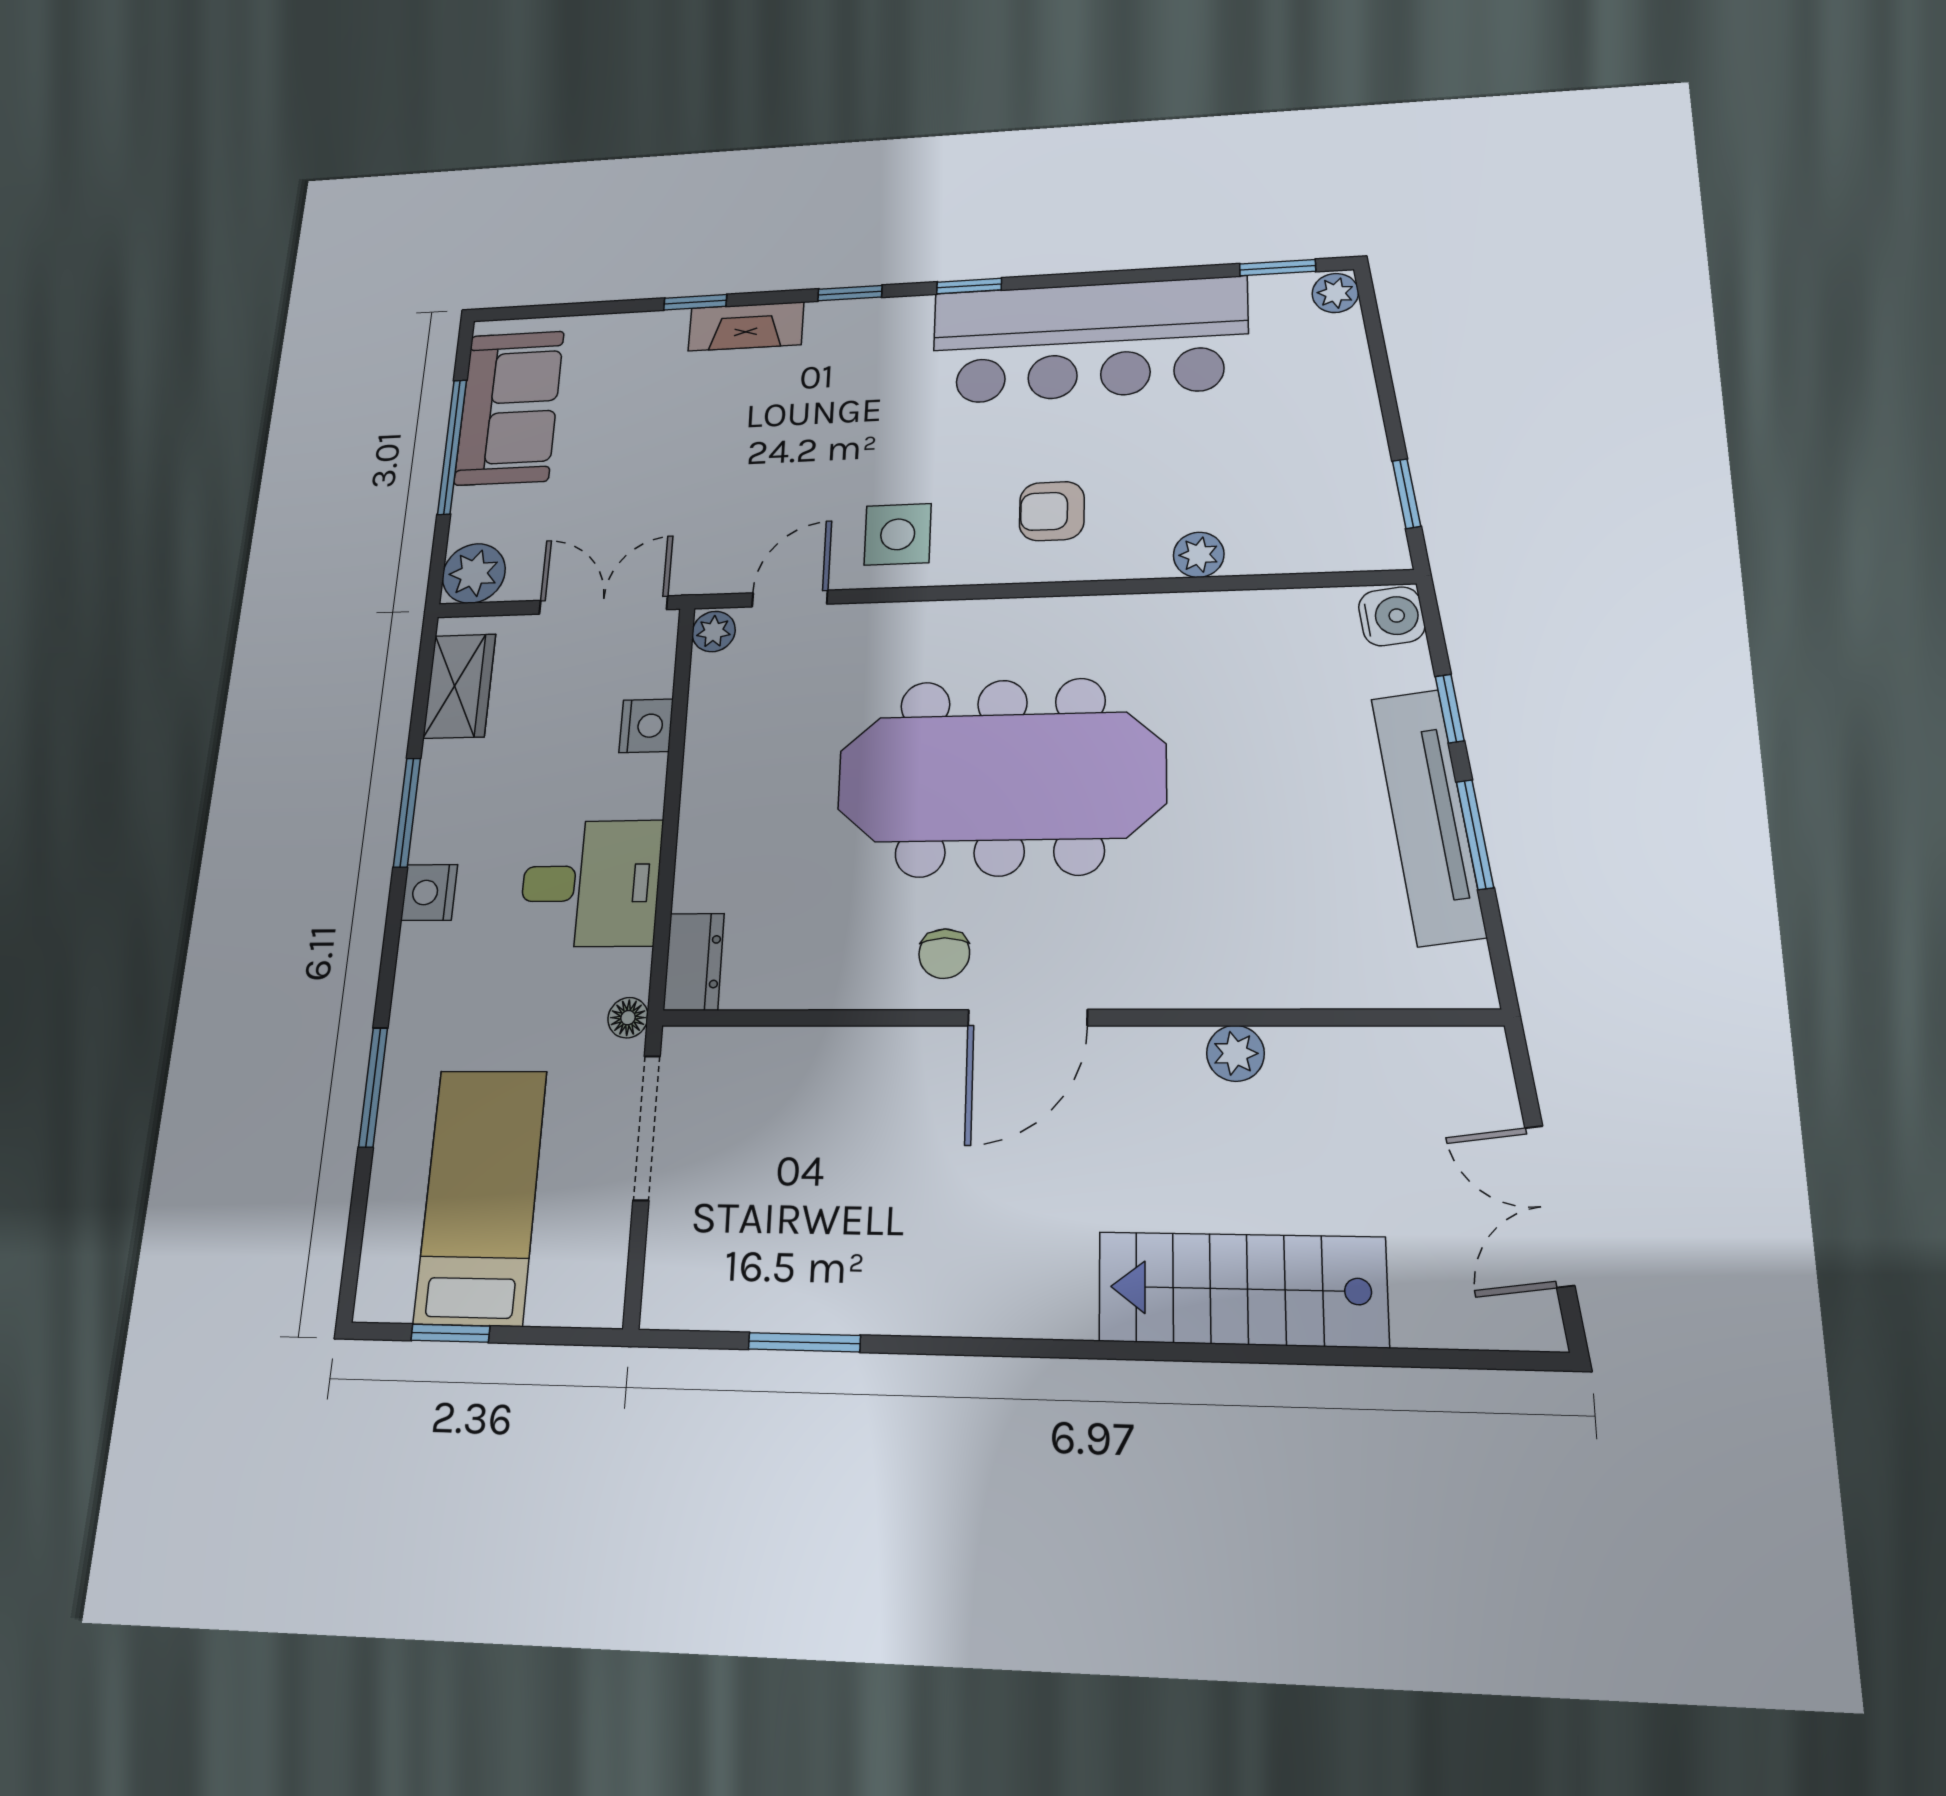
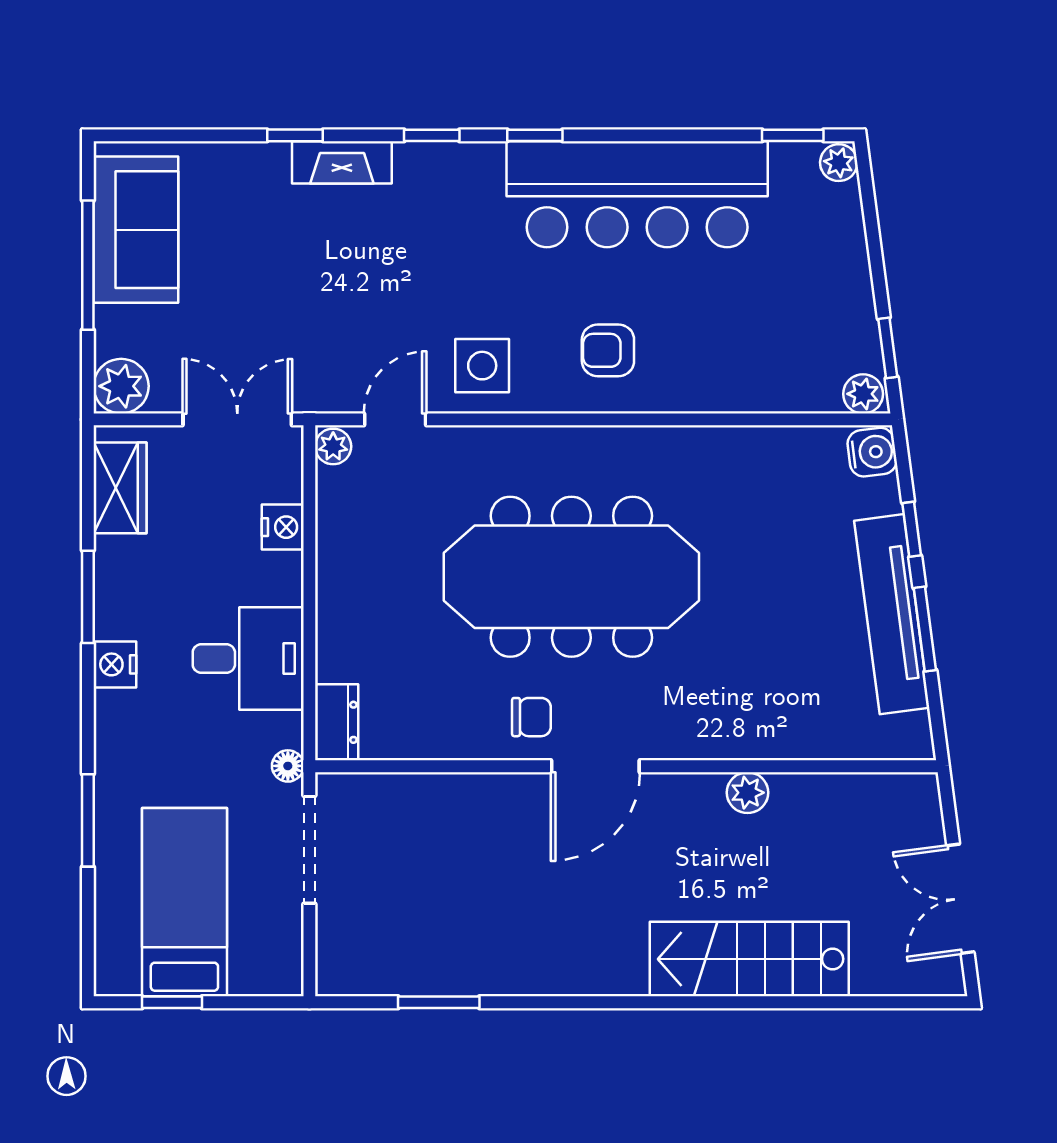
plant: (1199, 555) -> (863, 394), moved
chair: (944, 954) -> (531, 717), turned -90

